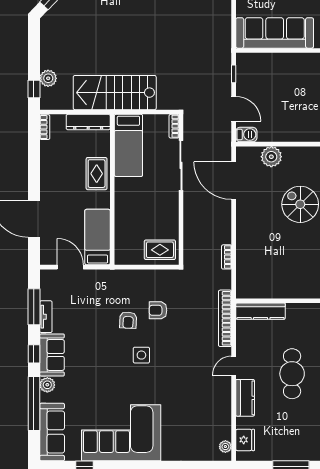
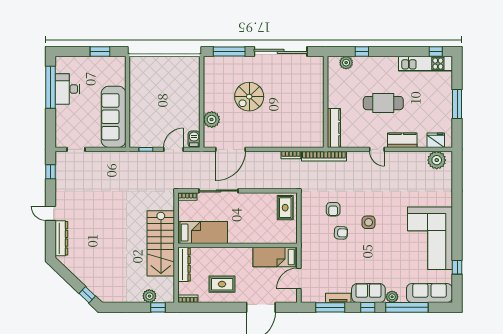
rug: (97, 174) -> (222, 284), moved
bookcase: (225, 318) -> (324, 156), moved
plant: (225, 447) -> (437, 160), width x1.88, depth x1.88

